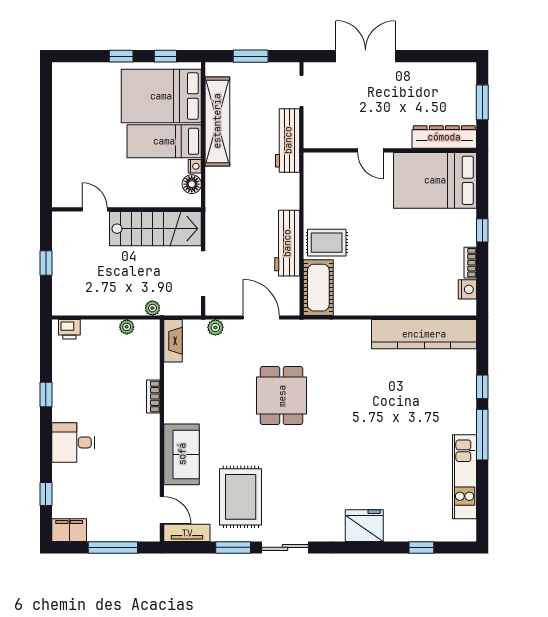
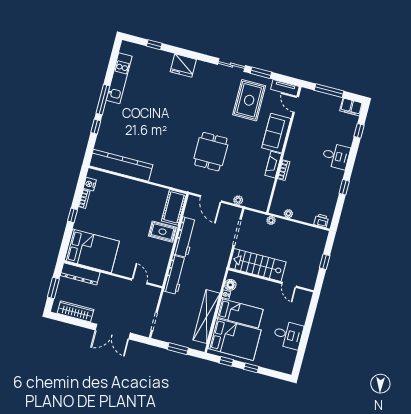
wardrobe: (436, 73) -> (76, 311), added
desk: (75, 127) -> (288, 335), added
workbench: (288, 140) -> (175, 275), moved
door: (371, 150) -> (139, 281), moved
fireplace: (173, 341) -> (273, 165), moved

